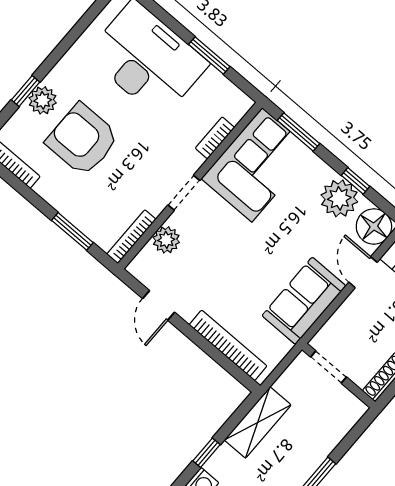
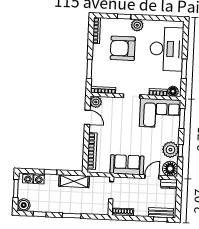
plant: (43, 100) -> (137, 25), moved
floor lamp: (235, 109) -> (173, 91), added
armchair: (82, 140) -> (123, 48), turned -90
plant: (166, 240) -> (96, 102), moved
door: (159, 305) -> (87, 117), swing flipped

